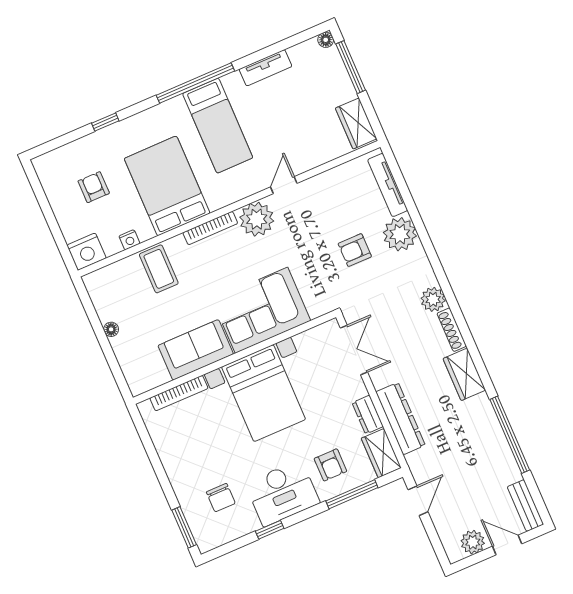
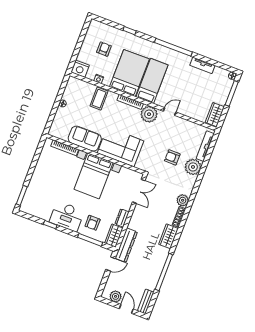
bed: (218, 126) -> (152, 81), moved, turned 180
dresser: (401, 419) -> (126, 245), moved
chair: (221, 498) -> (44, 197), removed

